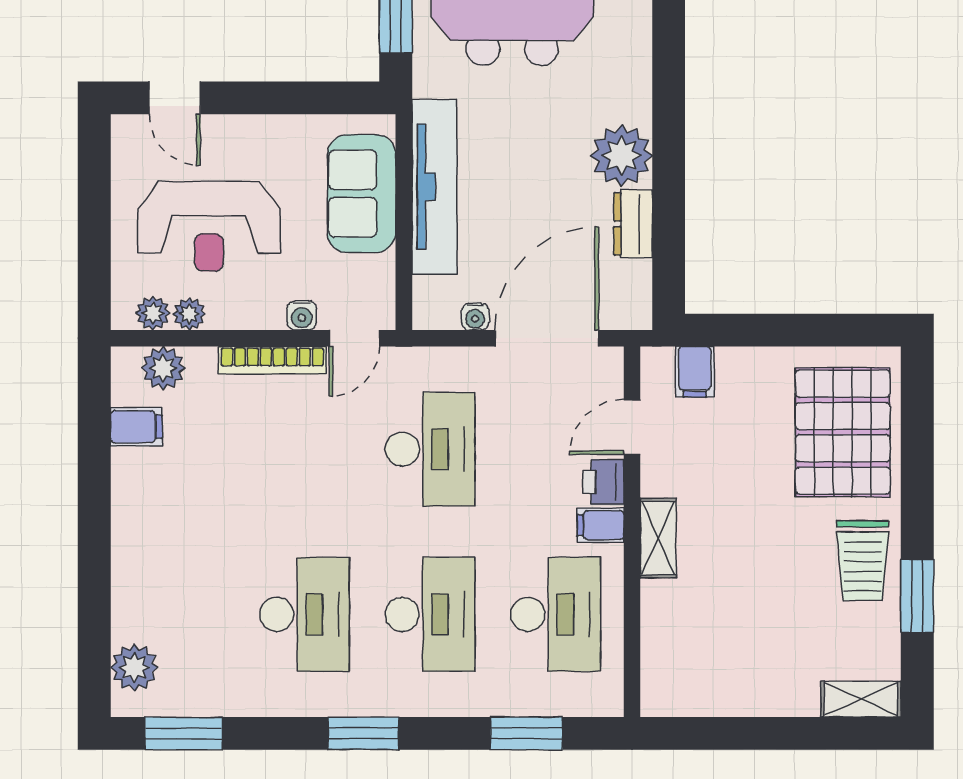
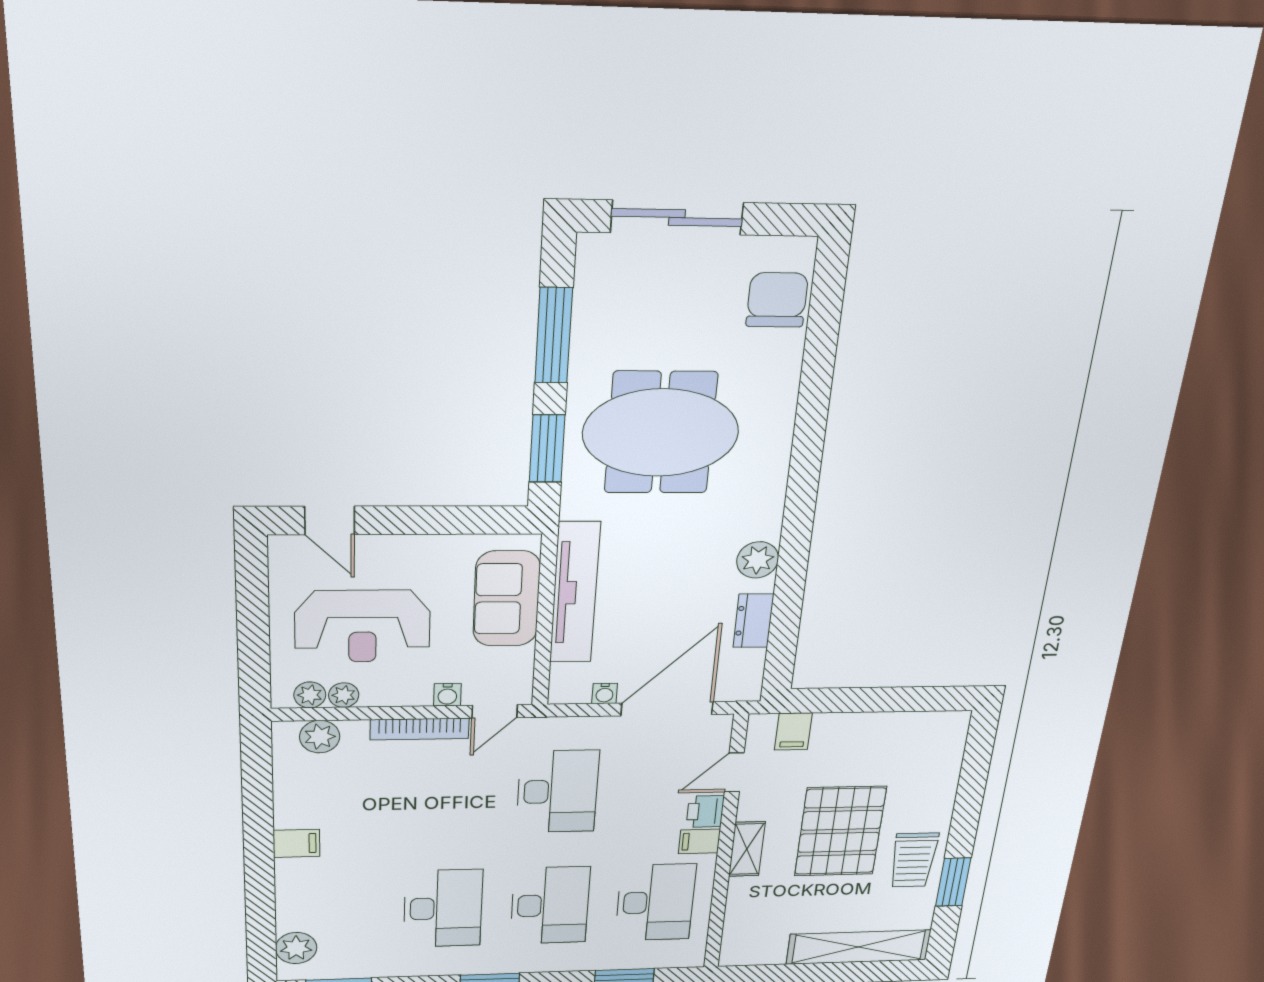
plant: (622, 156) -> (758, 560), width x0.73, depth x0.73
filing cabinet: (136, 427) -> (296, 843), moved
pallet: (843, 432) -> (840, 831), moved
shelving: (861, 699) -> (859, 947), width x2.20, depth x1.33

